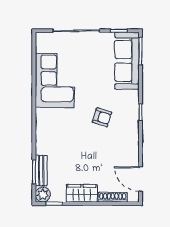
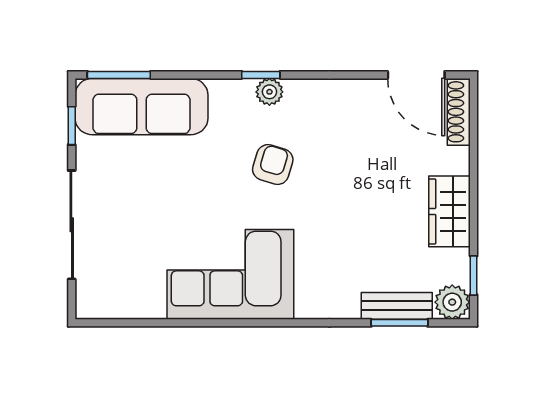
corner sofa: (55, 80) -> (230, 274), moved
plant: (133, 116) -> (269, 92), added
door: (141, 179) -> (416, 75), hinge flipped
shoe rack: (113, 197) -> (459, 112), moved

